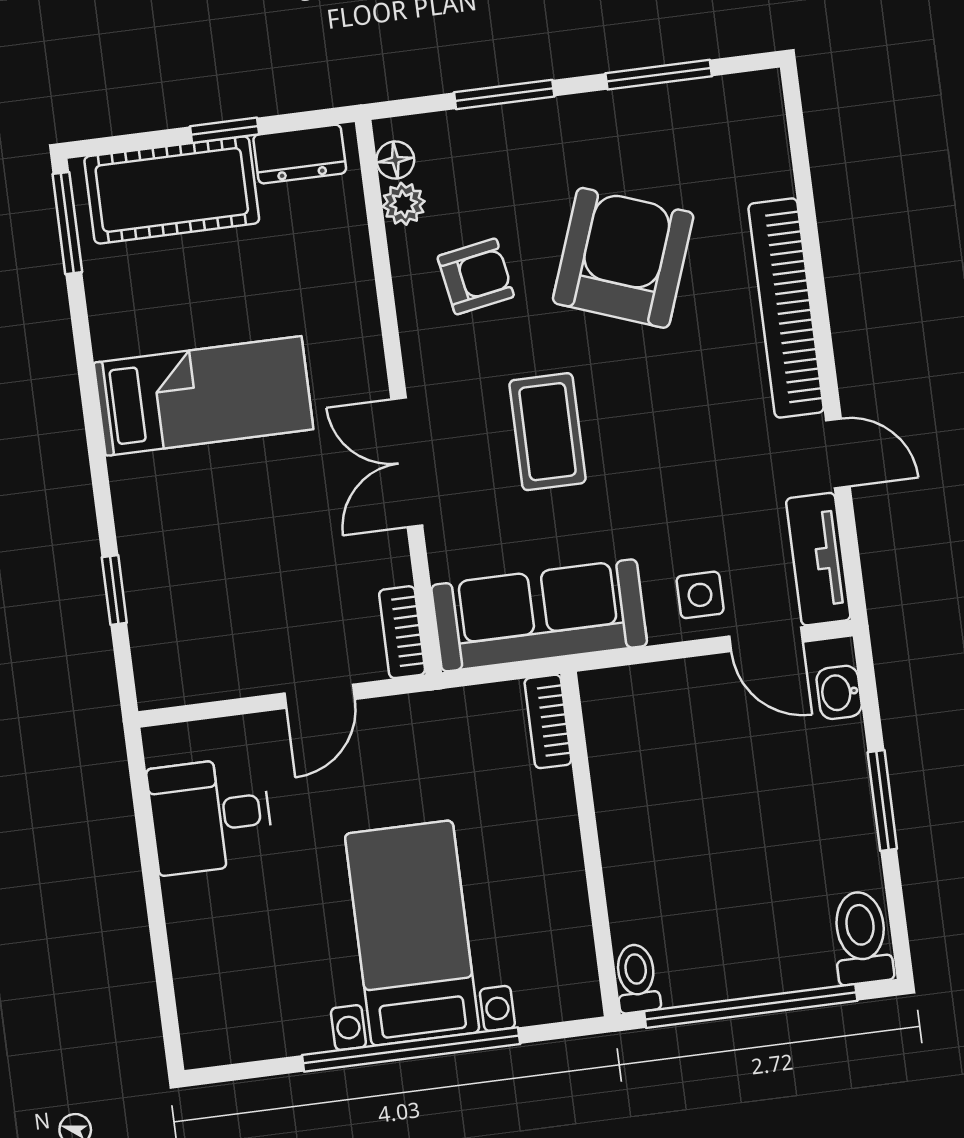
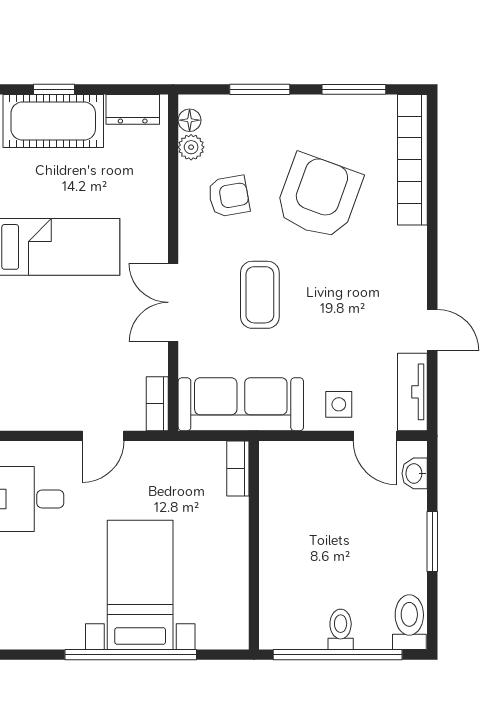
window: (225, 130) -> (54, 89), moved
bookcase: (786, 308) -> (412, 160), moved
toilet: (637, 978) -> (341, 629), moved

